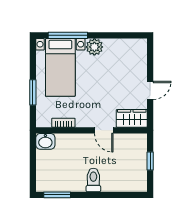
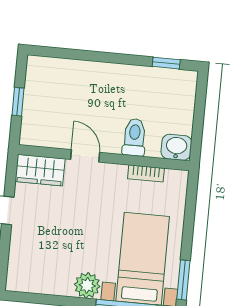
window: (33, 92) -> (183, 280), moved
toilet: (93, 180) -> (134, 137), moved, turned 180
window: (57, 195) -> (166, 63), width x0.67

